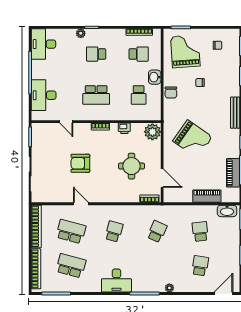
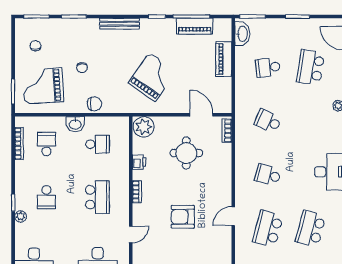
armchair: (80, 163) -> (183, 217), turned 90
door: (162, 178) -> (201, 115), hinge flipped
school desk: (200, 266) -> (311, 67), width x1.85

